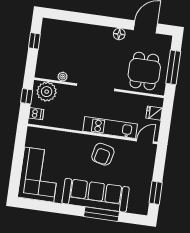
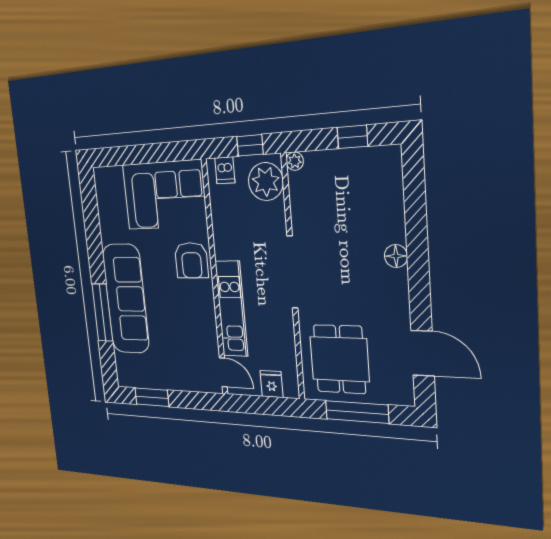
floor lamp: (119, 34) -> (396, 256), moved
dining table: (144, 71) -> (339, 359), turned 90
plant: (63, 77) -> (295, 161), moved
armchair: (103, 154) -> (191, 260), moved, turned -103
corner sofa: (39, 175) -> (164, 195), moved

